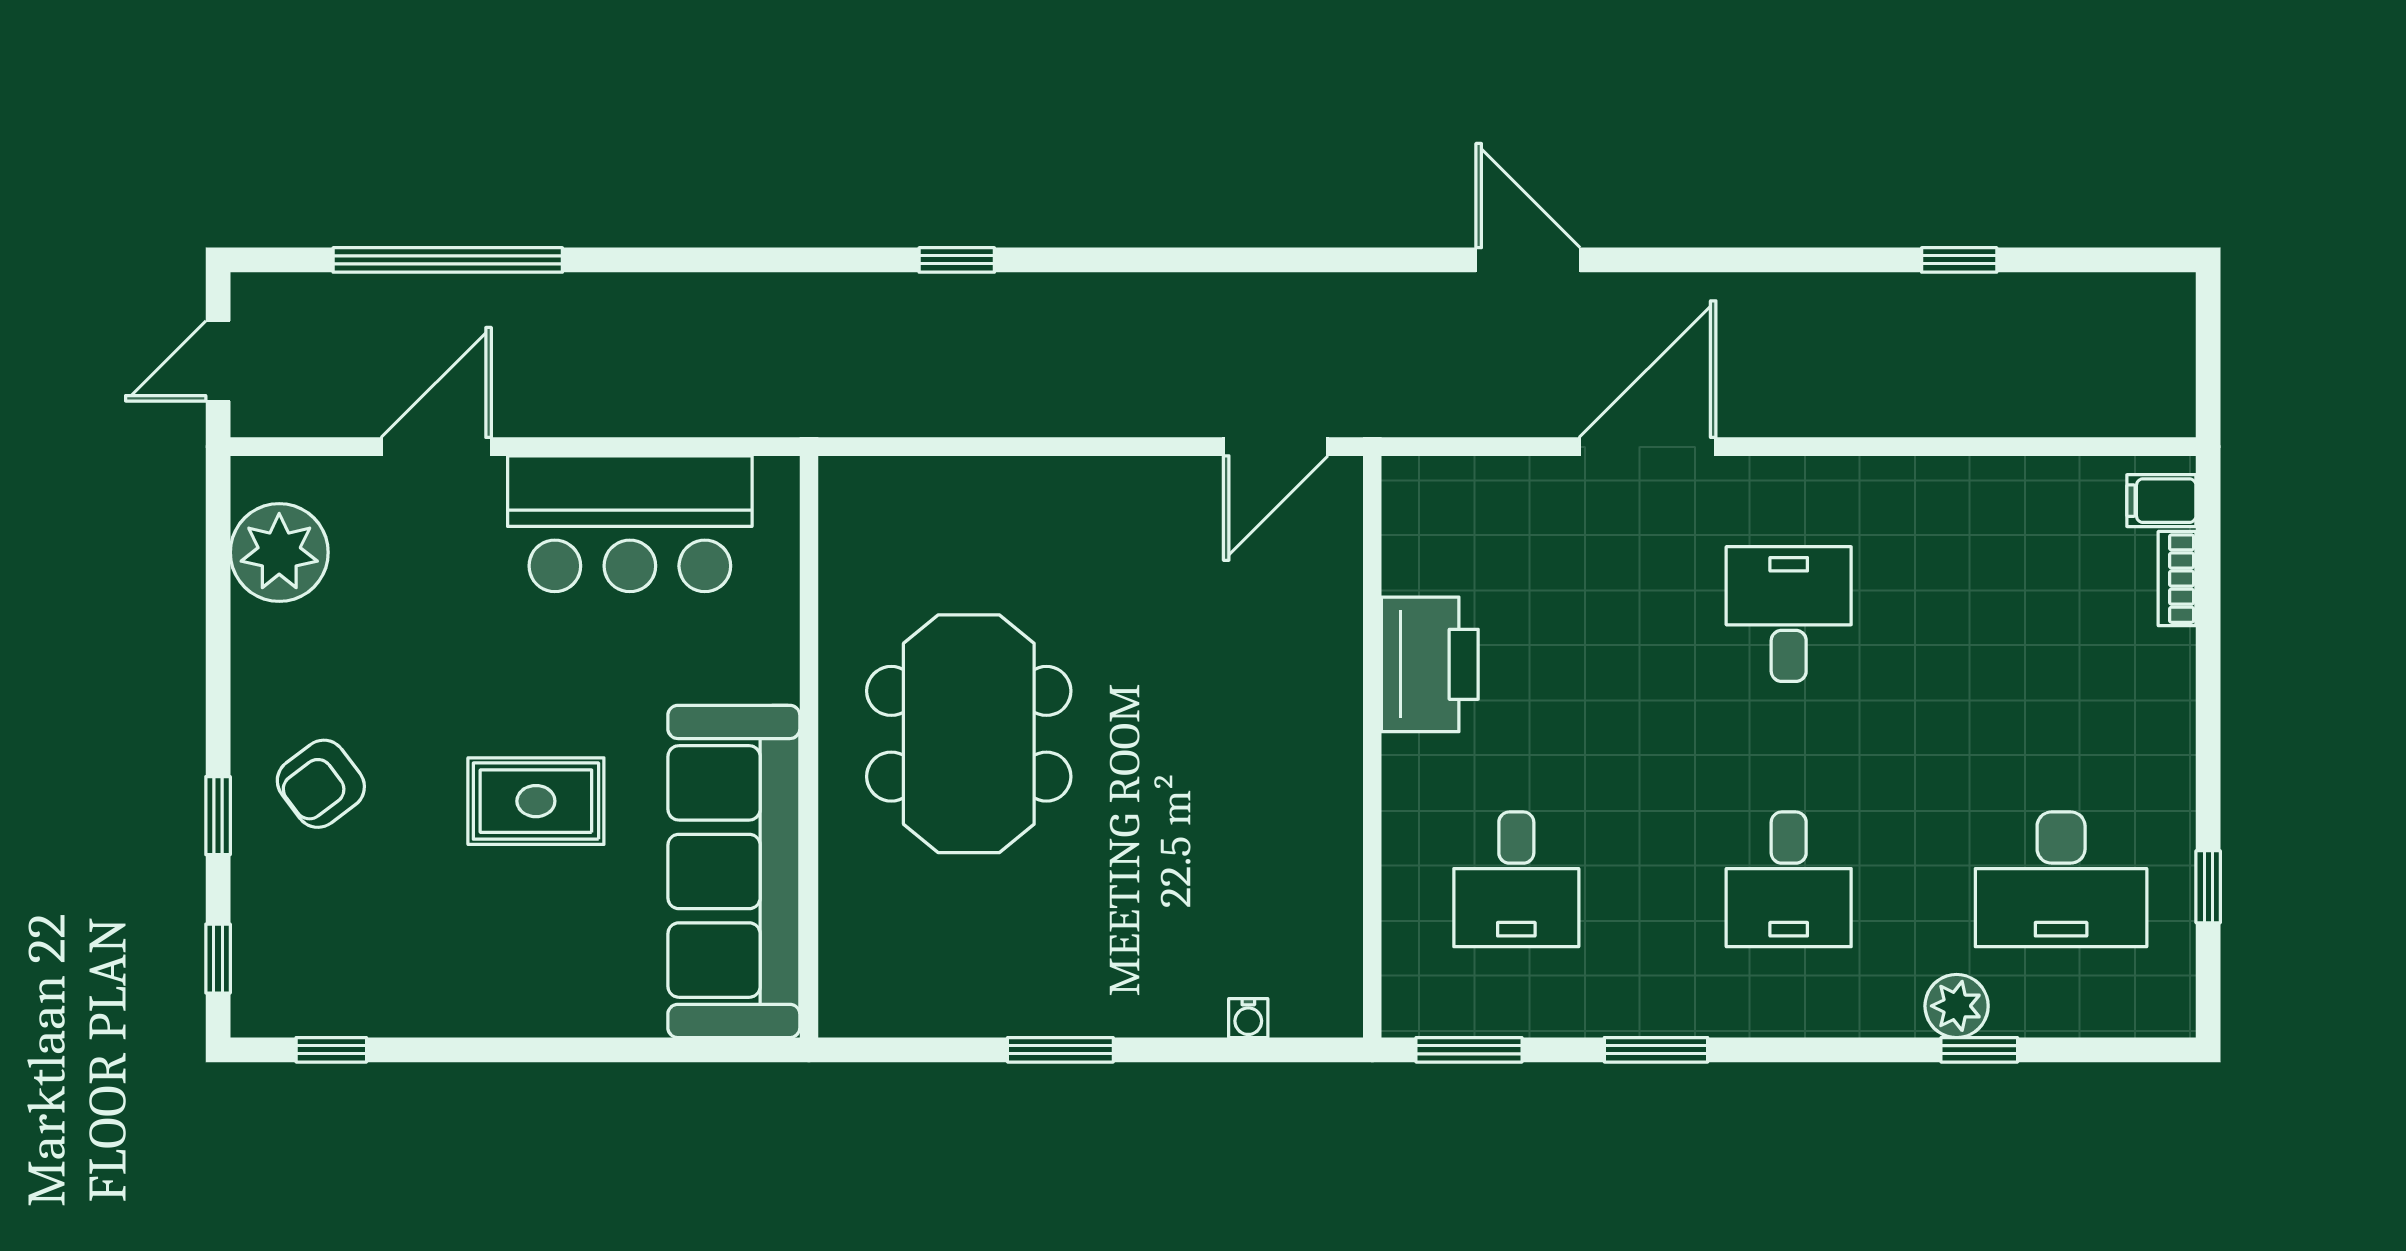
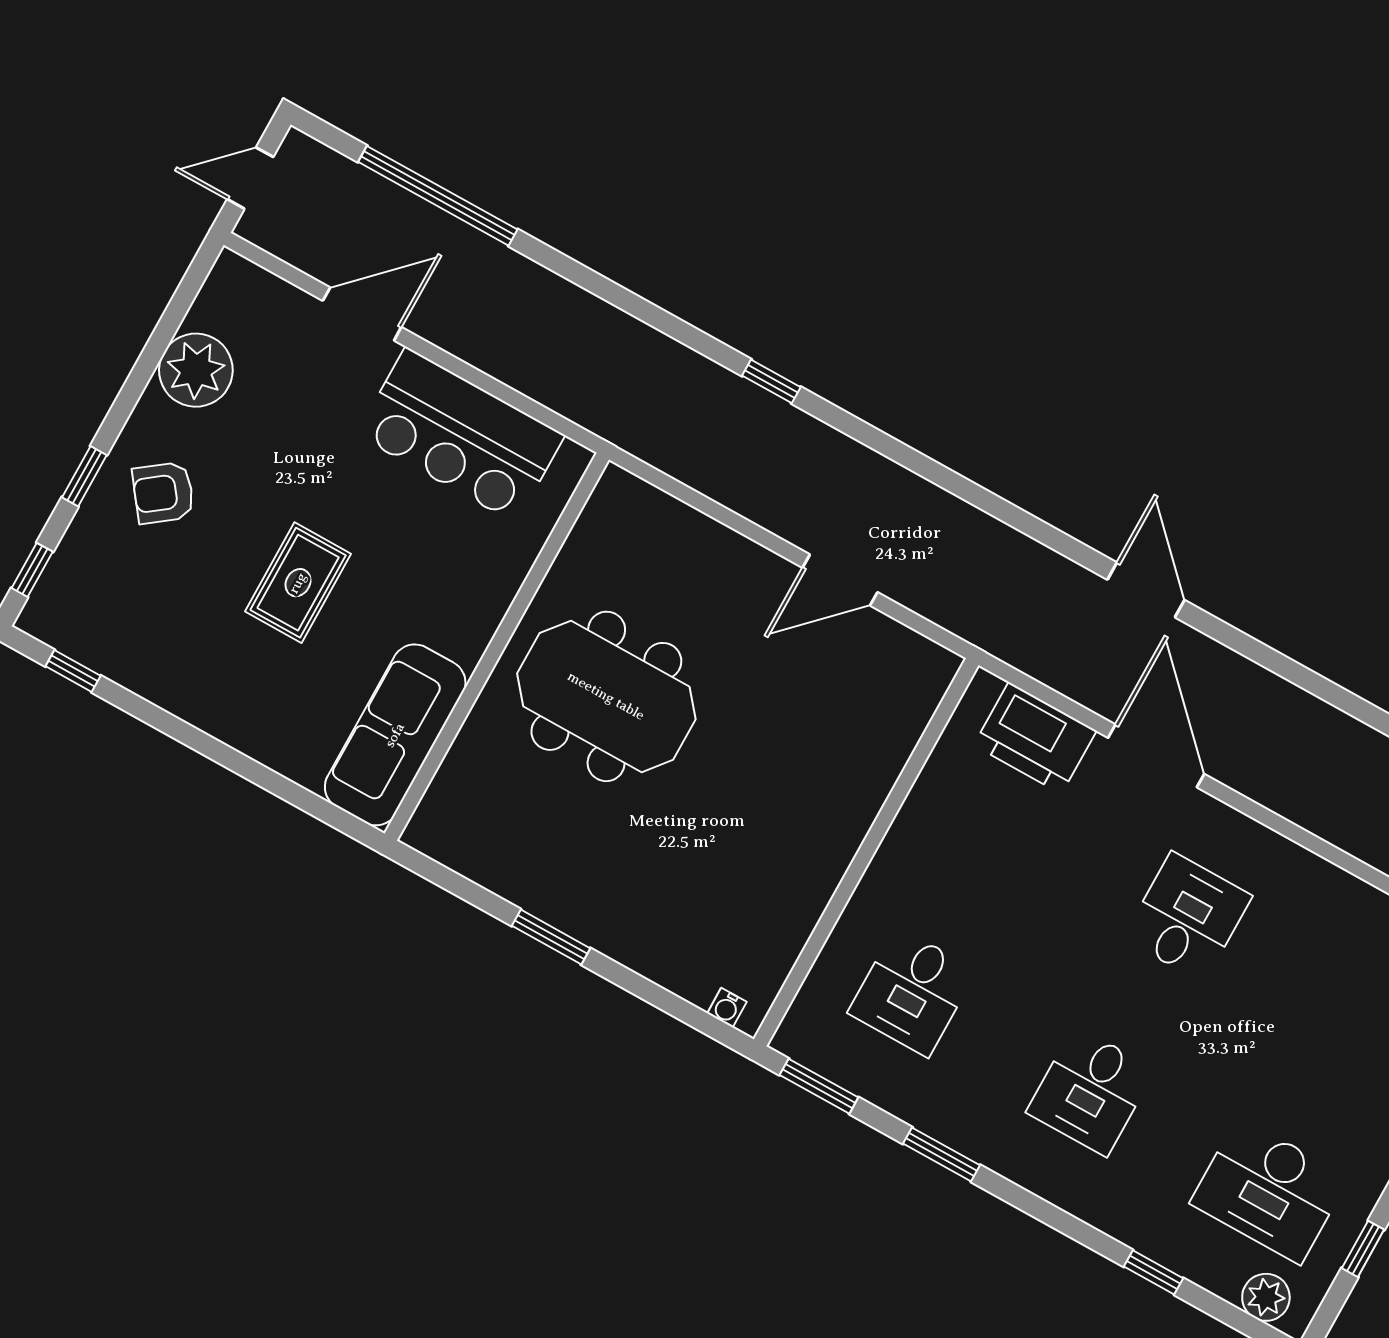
door: (1276, 447) -> (840, 580), moved
door: (1648, 447) -> (1156, 756), hinge flipped
plant: (279, 552) -> (196, 370), moved
printer: (1430, 664) -> (1035, 738), moved, turned 90
meeting table: (969, 734) -> (606, 696), turned 90
rug: (536, 801) -> (298, 583), turned 90
sofa: (734, 871) -> (395, 735), width x0.74, depth x0.79
plant: (1957, 1006) -> (1266, 1297), moved
water cooler: (1248, 1018) -> (727, 1008), moved

